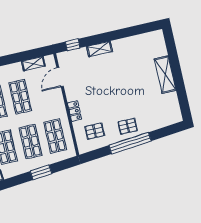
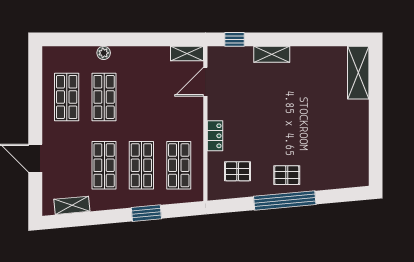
shelving: (33, 64) -> (187, 54), moved
shelving: (165, 75) -> (358, 73), moved
shop shelf: (20, 97) -> (141, 97), removed

